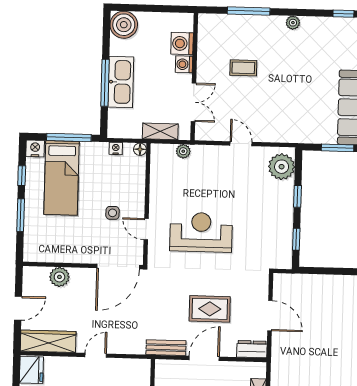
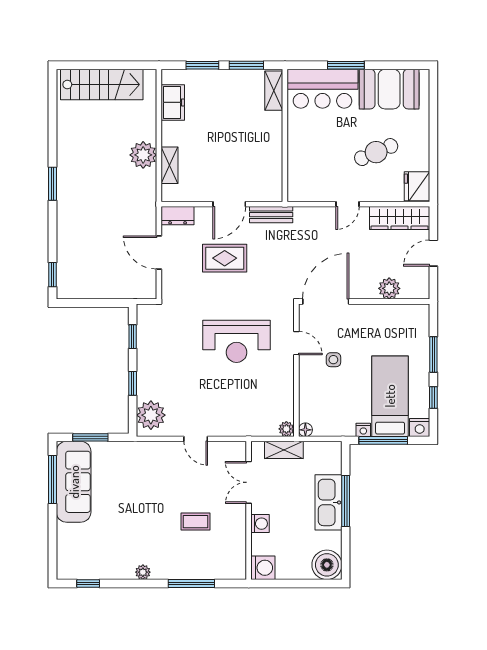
washing machine: (182, 43) -> (263, 568), moved
nightstand: (116, 148) -> (363, 430), moved
plant: (183, 151) -> (286, 429), moved

